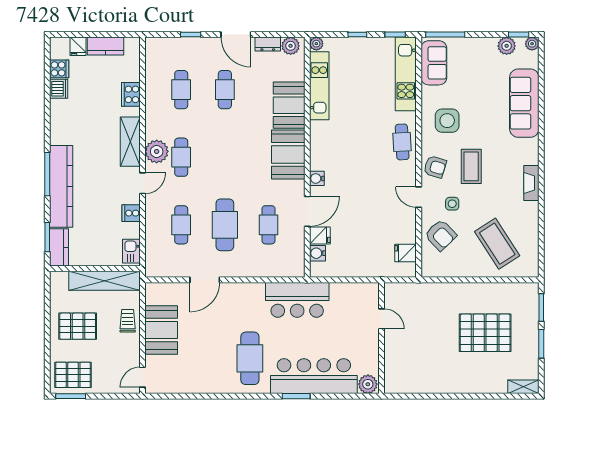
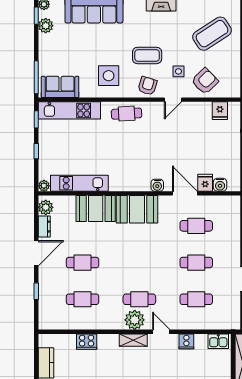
shelving: (130, 142) -> (133, 340), width x0.67, depth x0.75
cafe table: (225, 225) -> (196, 263), width x0.73, depth x0.74

